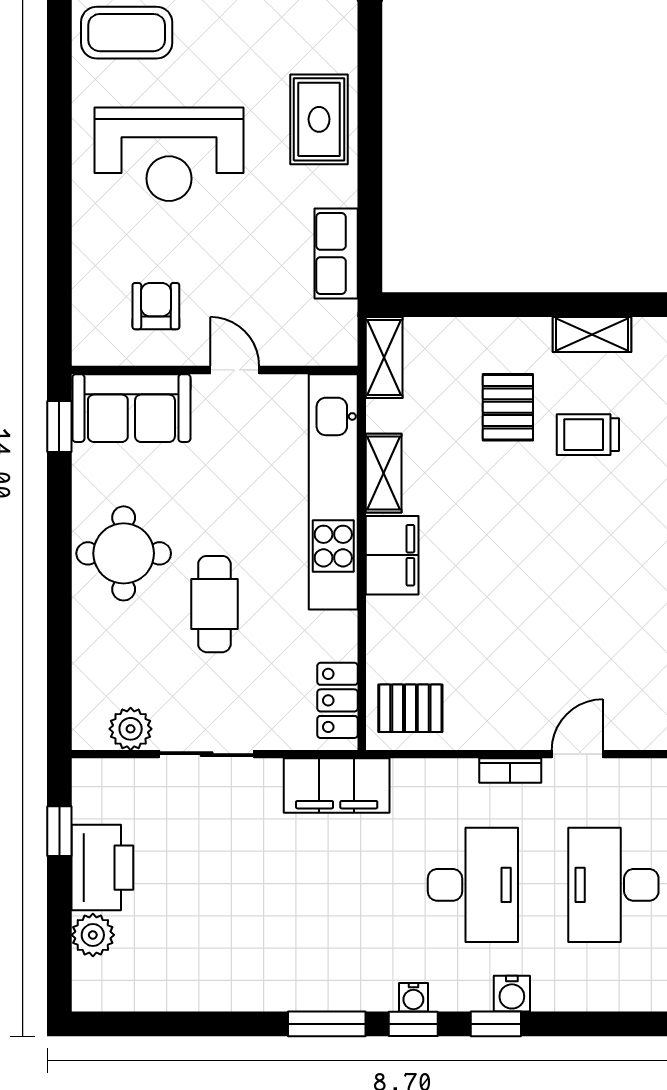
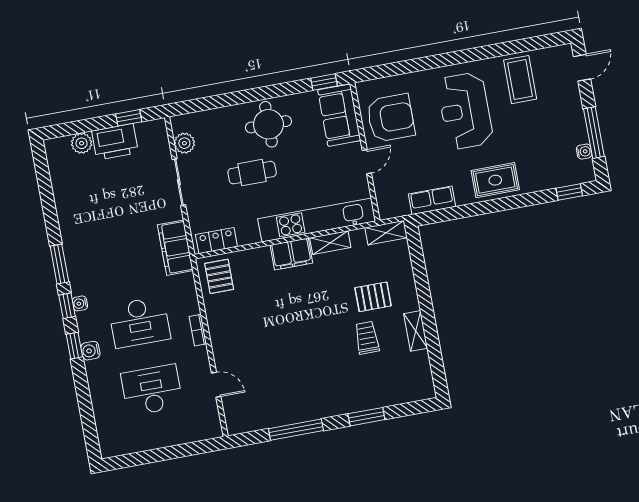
armchair: (156, 306) -> (391, 118), width x1.88, depth x1.88
door: (577, 754) -> (216, 385), moved

